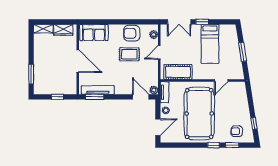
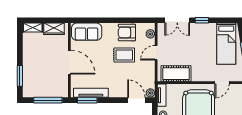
bed: (210, 44) -> (226, 44), moved
window: (57, 97) -> (48, 100), width x2.17

